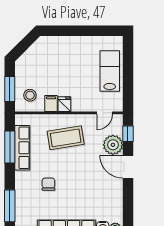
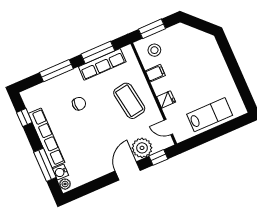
fridge: (64, 104) -> (166, 99), moved
window: (10, 206) -> (56, 71), moved

